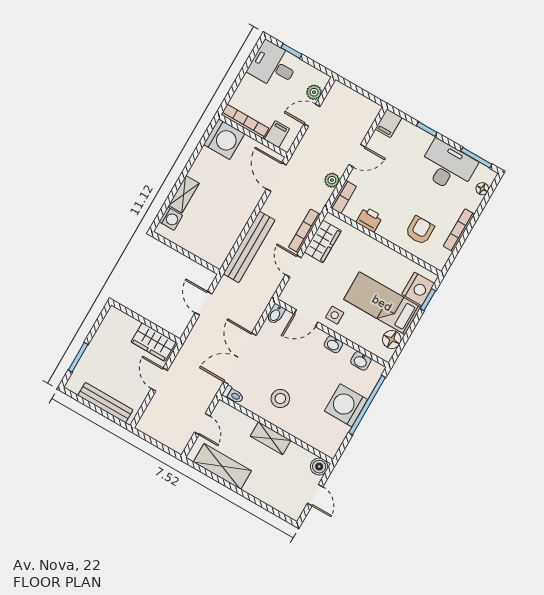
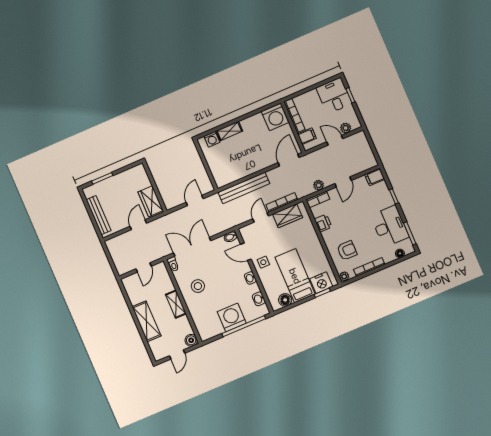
door: (357, 156) -> (343, 182), hinge flipped
plant: (439, 262) -> (344, 277), added
shelving: (222, 466) -> (147, 321), moved

